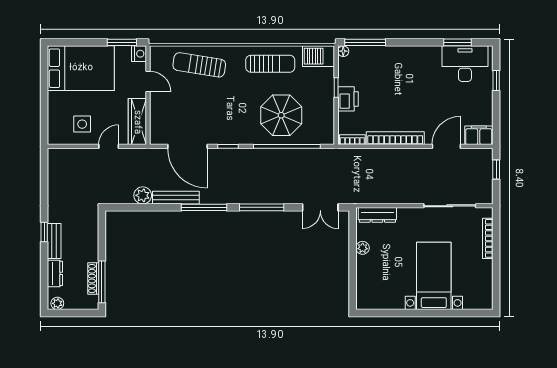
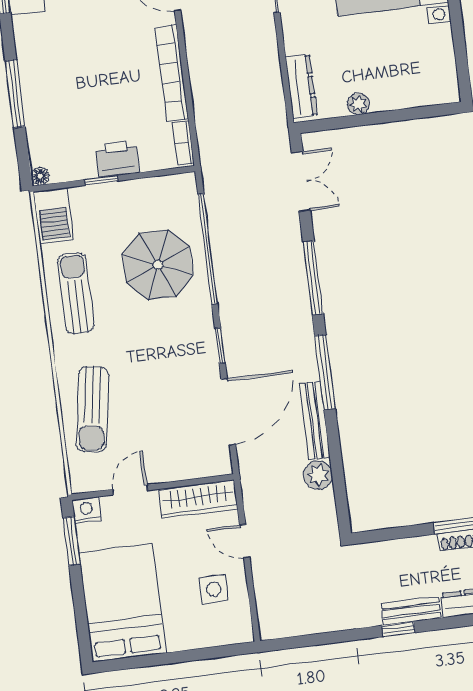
window: (365, 42) -> (15, 94), moved

